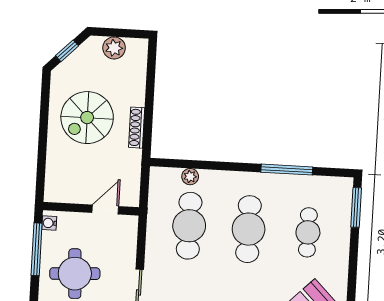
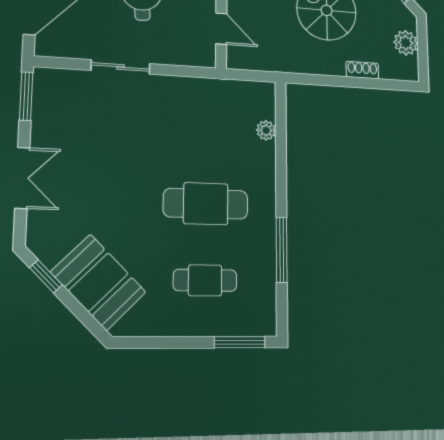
shoe rack: (137, 128) -> (362, 70), moved, width x0.70
cafe table: (189, 226) -> (206, 129), removed

